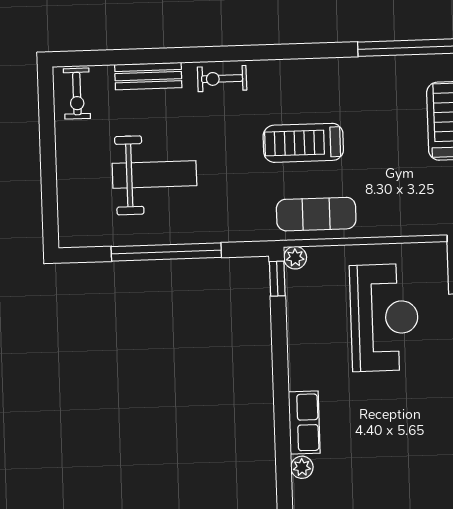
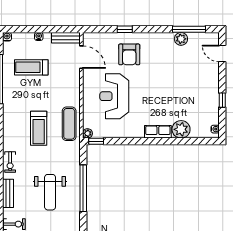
weight bench: (154, 175) -> (50, 192), turned 180
reception desk: (384, 318) -> (114, 96), turned -90
plant: (302, 467) -> (181, 129), width x1.88, depth x1.88

